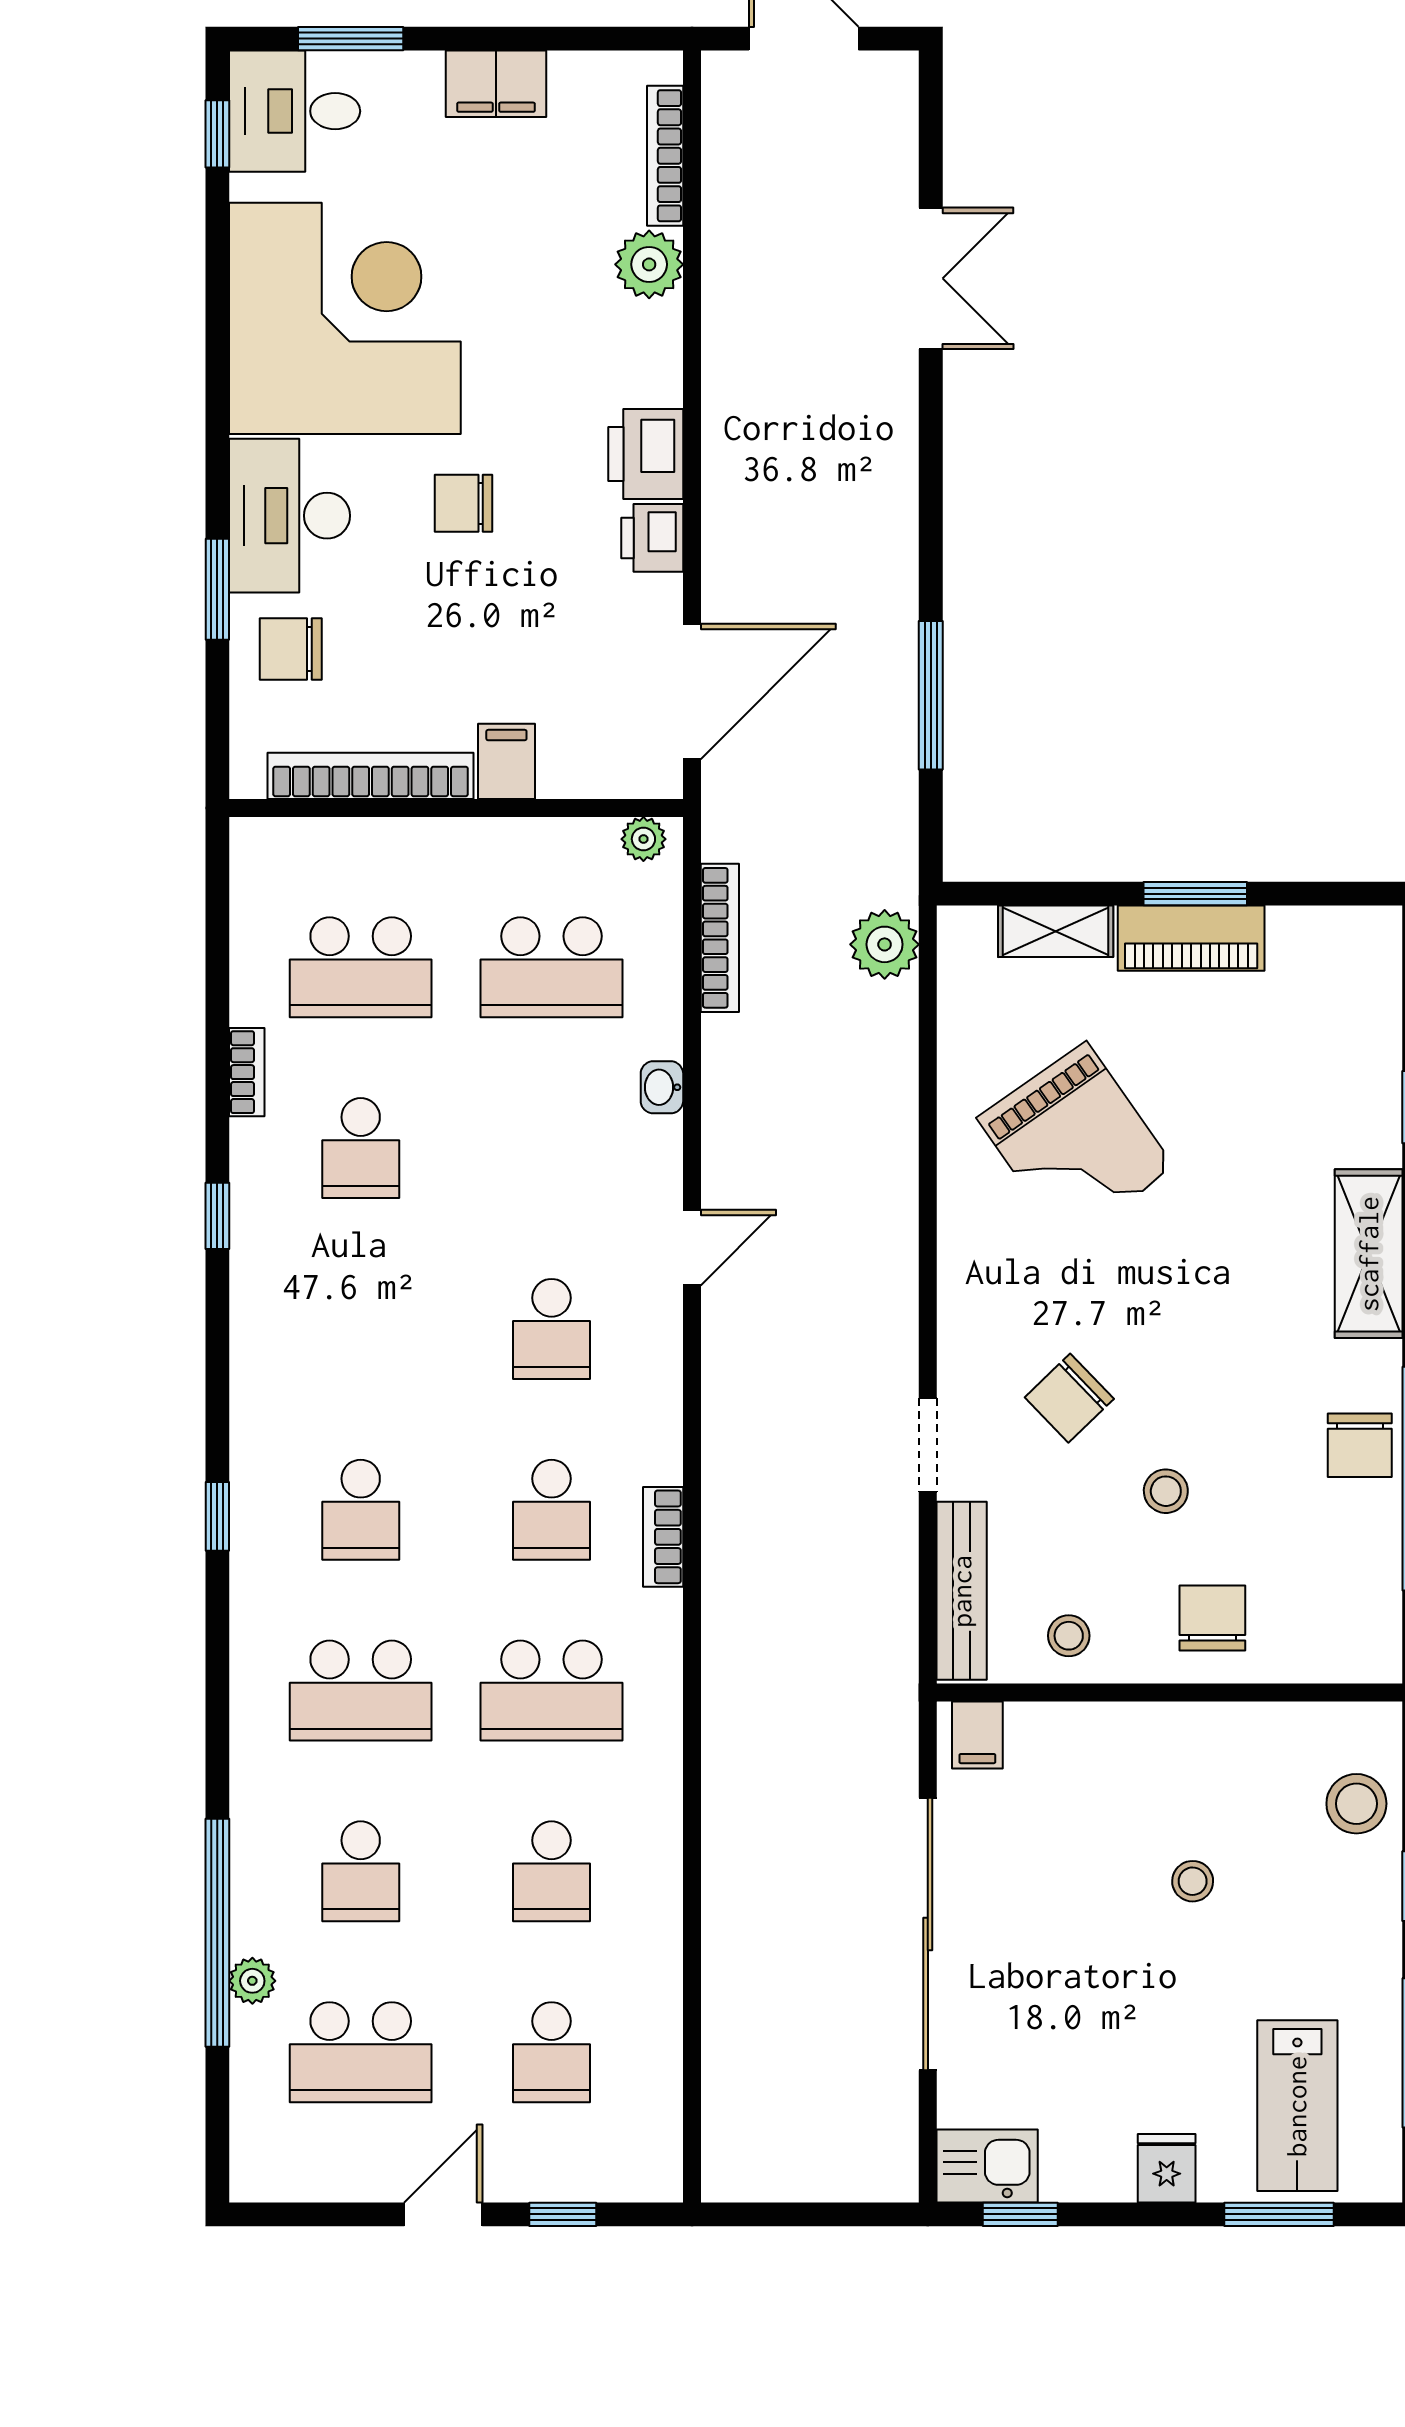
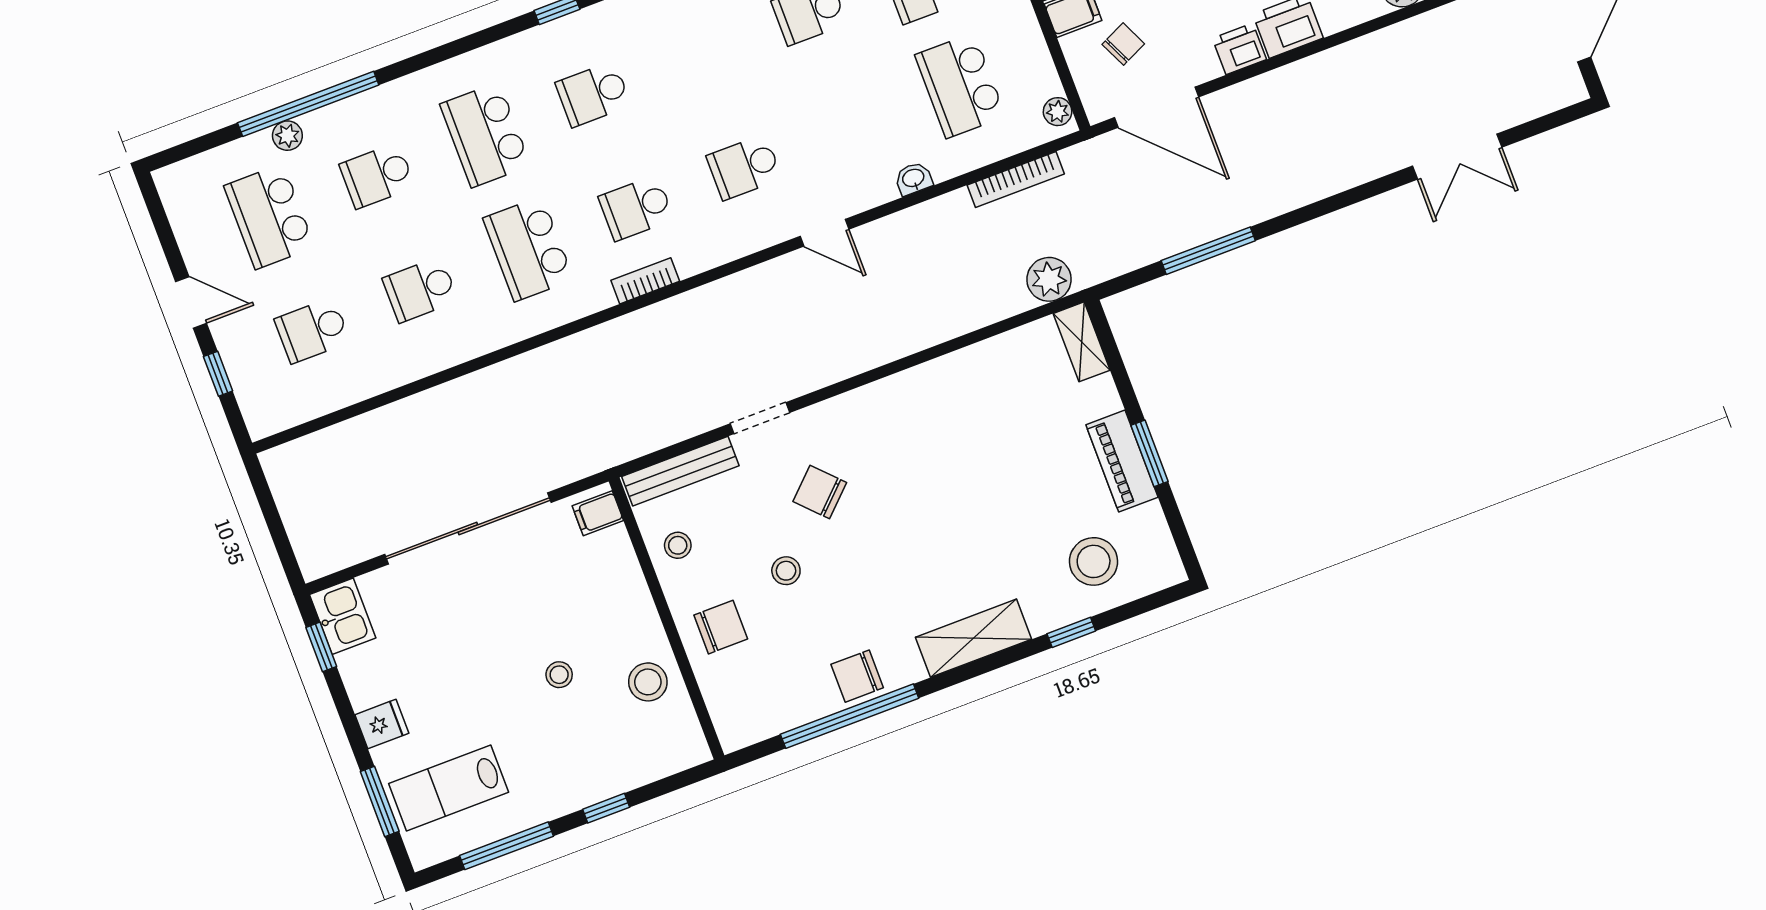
chair: (581, 705) -> (1123, 44), added
shelving: (1056, 931) -> (1082, 342), moved
stool: (1323, 1035) -> (1094, 561), added
grand piano: (1076, 1143) -> (974, 438), removed
stool: (1356, 1804) -> (648, 682), moved

